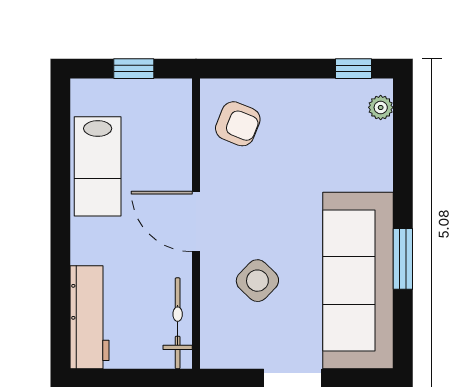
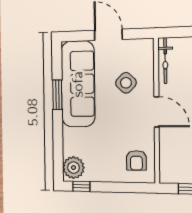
plant: (381, 107) -> (73, 168), width x1.88, depth x1.88
armchair: (238, 124) -> (136, 160), turned -112

